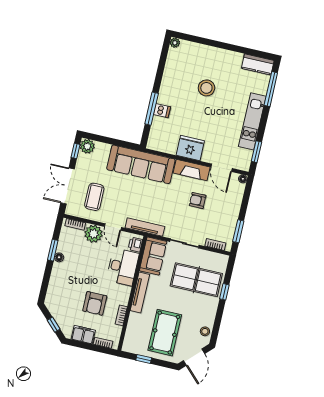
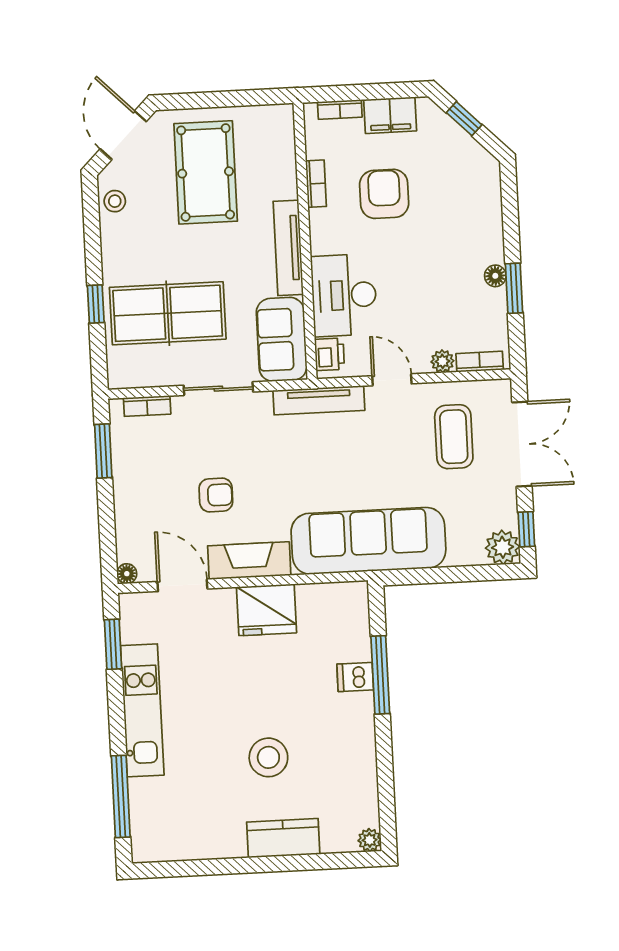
kitchen counter: (258, 64) -> (283, 838), moved
plant: (93, 234) -> (442, 361), width x0.53, depth x0.53
window: (144, 359) -> (236, 98), removed

